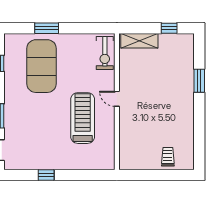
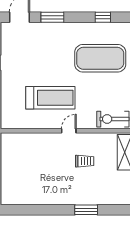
trolley: (168, 157) -> (85, 161), moved

